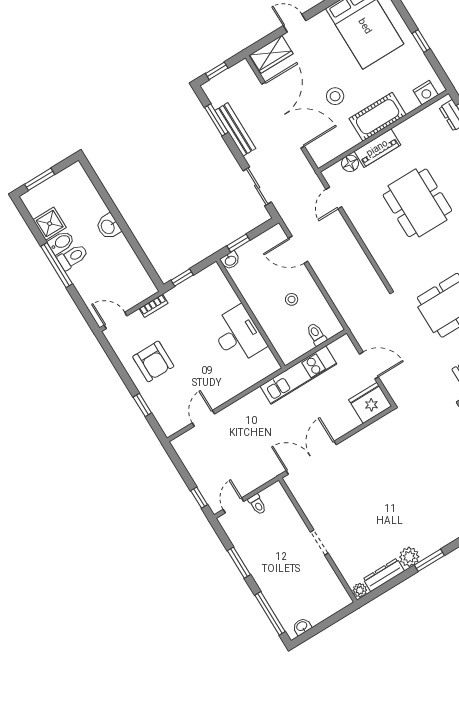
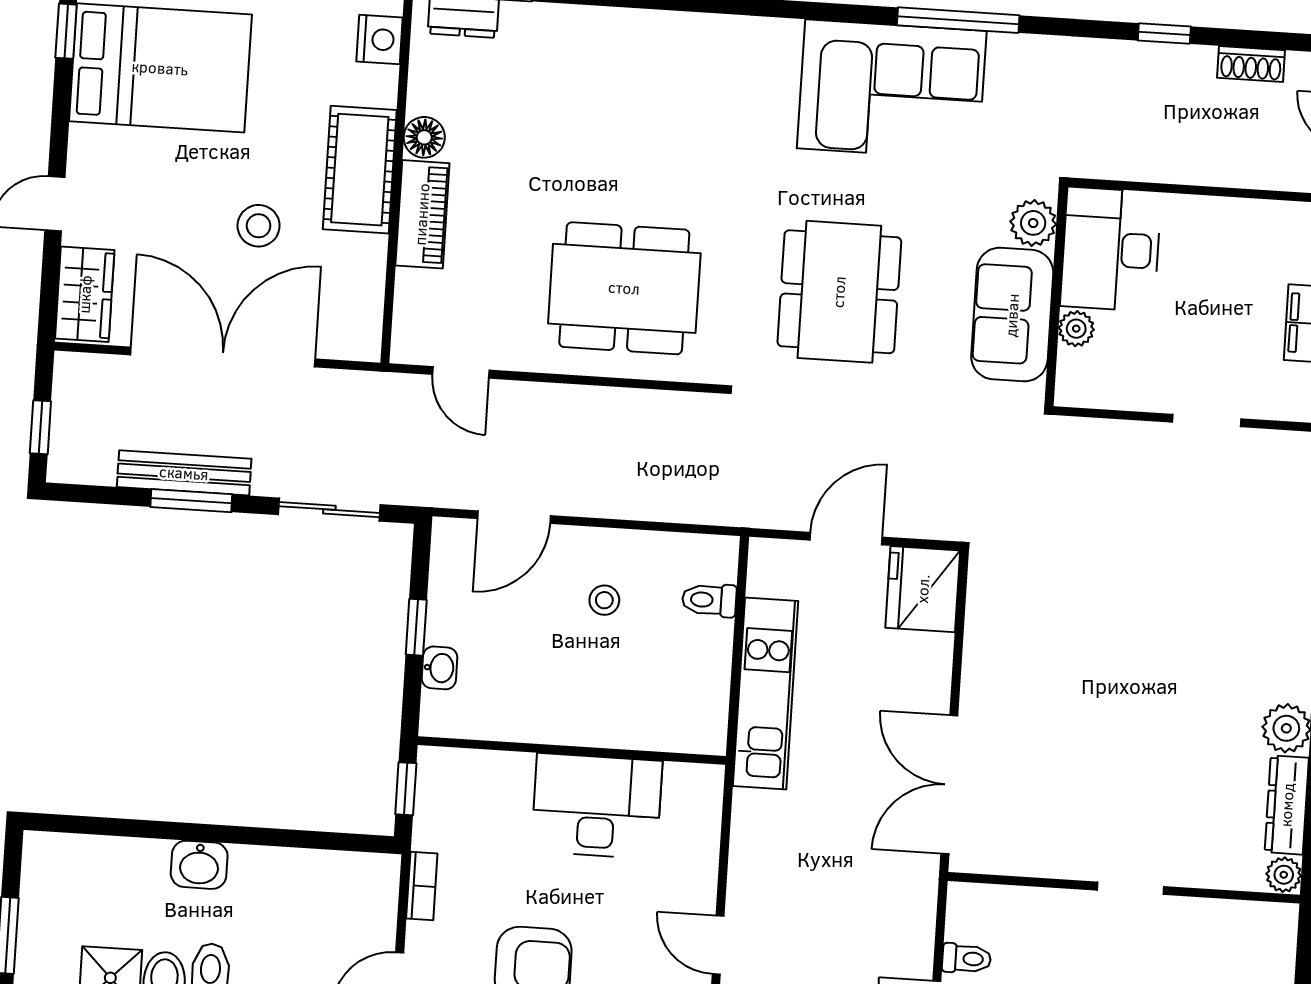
window: (216, 120) -> (191, 501), moved
floor lamp: (350, 163) -> (424, 137), moved
dining table: (417, 203) -> (624, 288), moved
wall: (251, 314) -> (572, 751), moved
desk: (238, 335) -> (597, 806), moved

